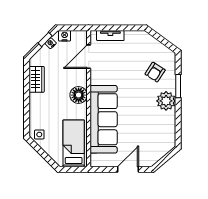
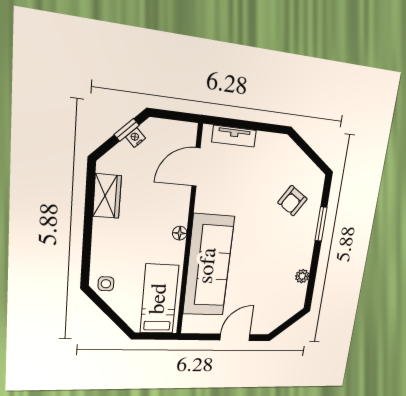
nightstand: (65, 36) -> (160, 127), removed
floor lamp: (79, 95) -> (180, 233), width x0.53, depth x0.53
plant: (166, 101) -> (302, 276), moved, width x0.53, depth x0.53

